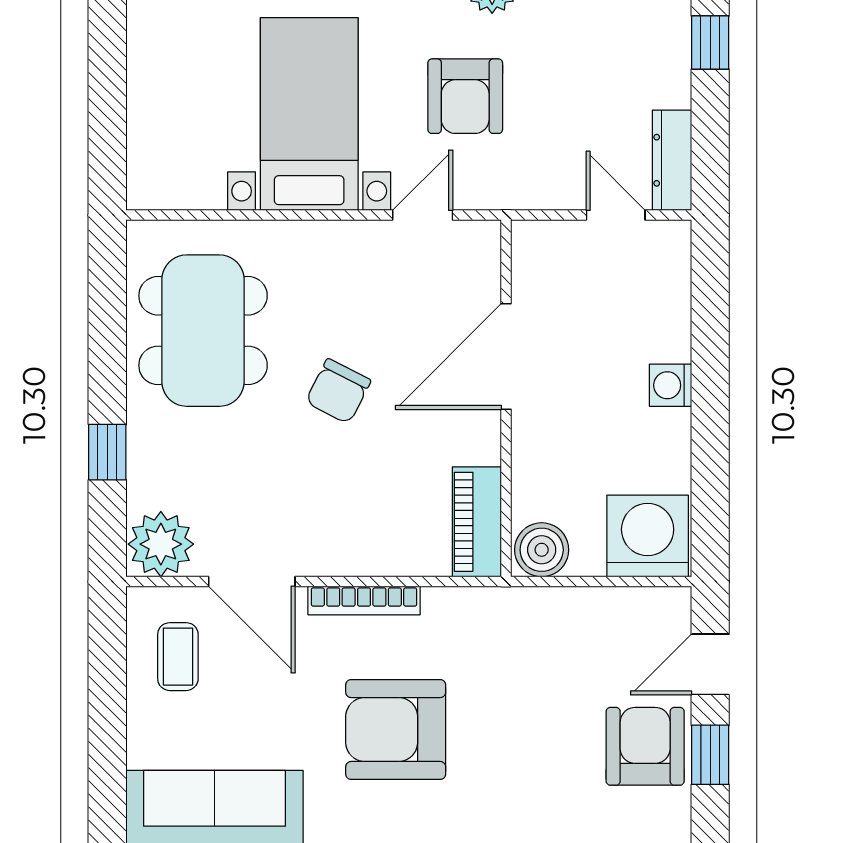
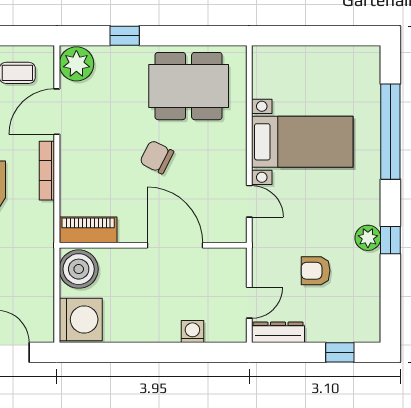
armchair: (465, 96) -> (316, 271), moved, width x0.72, depth x0.72
washing machine: (671, 385) -> (192, 332), moved
boiler: (542, 550) -> (79, 269), width x1.37, depth x1.37

